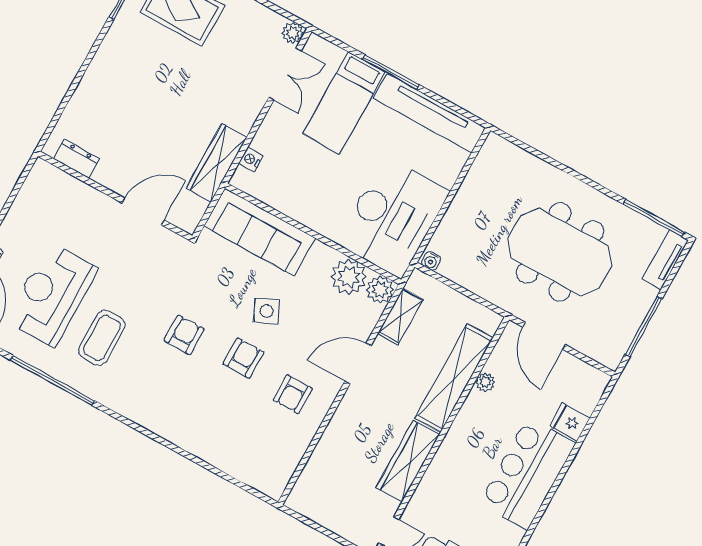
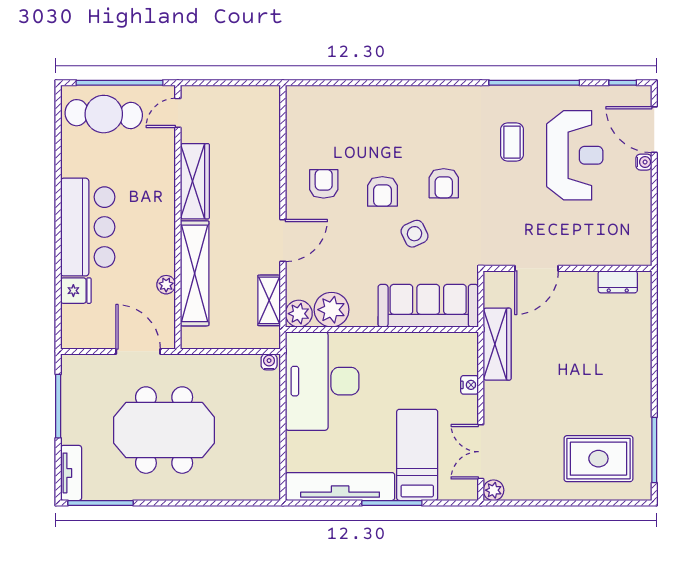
nightstand: (251, 159) -> (470, 385), moved
side table: (266, 311) -> (415, 234), moved
coffee table: (102, 338) -> (512, 142), width x0.73, depth x0.77

